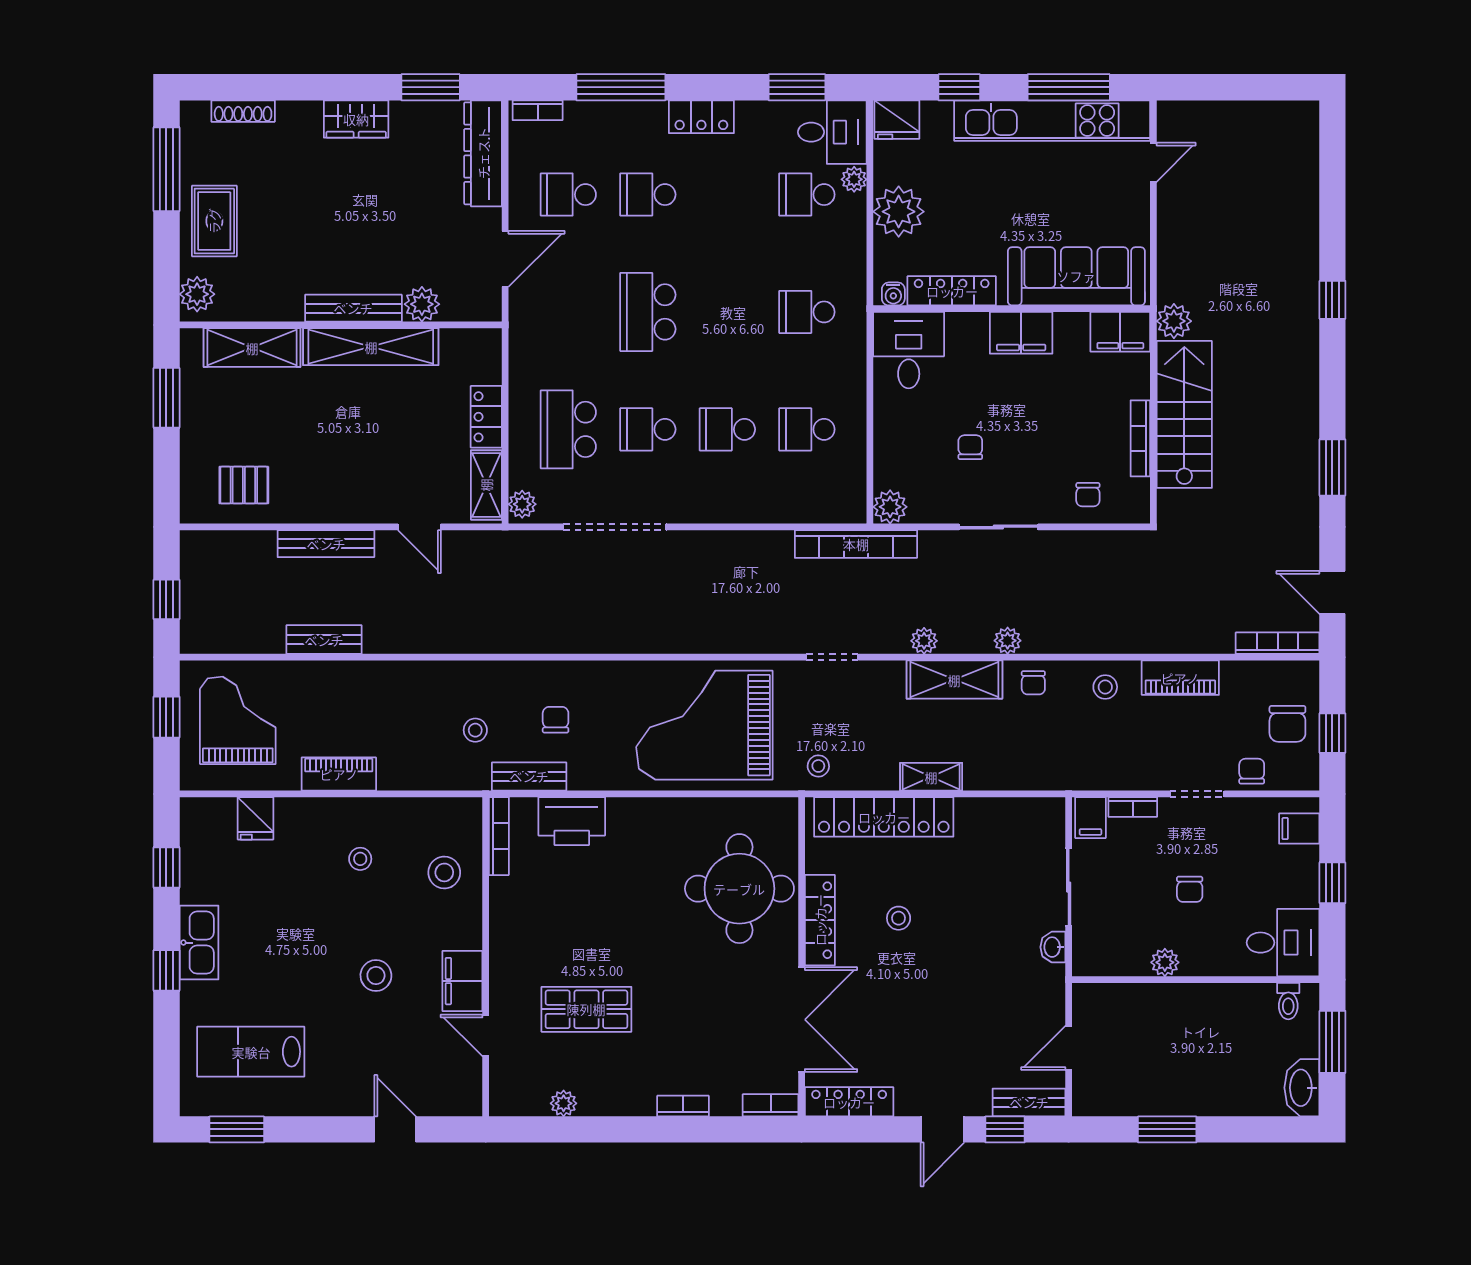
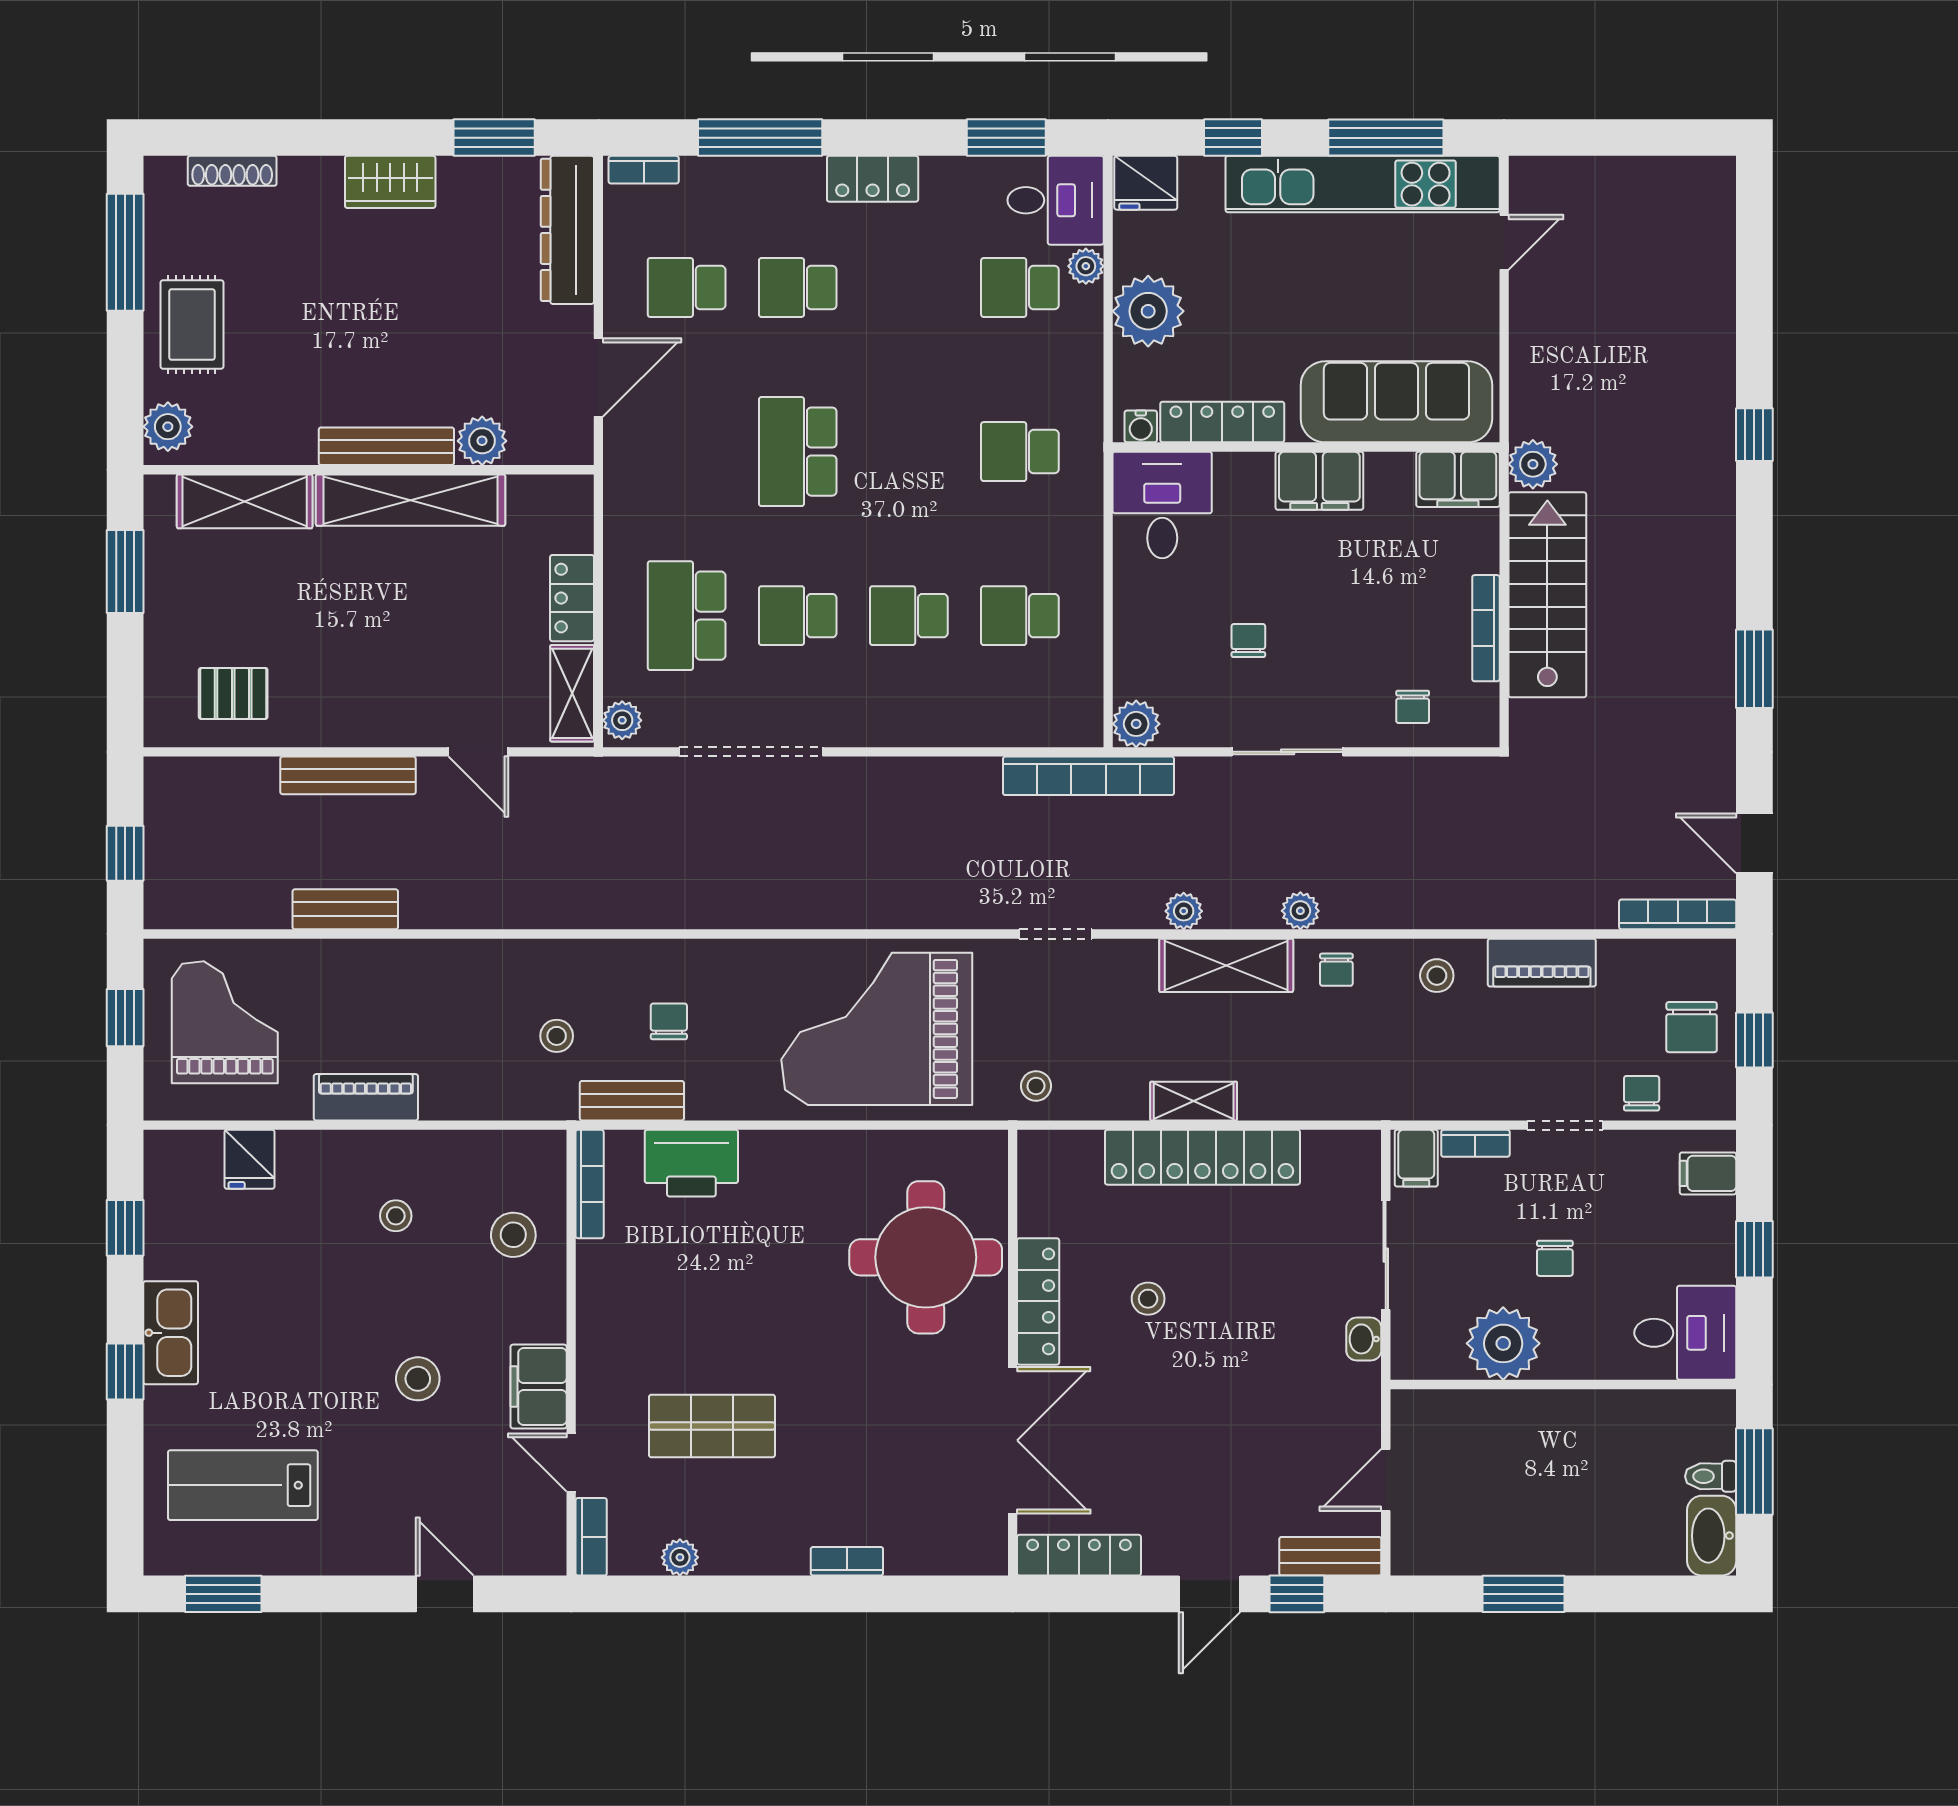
locker: (884, 817) -> (1202, 1157), moved
plant: (1165, 962) -> (1503, 1343), width x1.88, depth x1.88
toilet: (1288, 1001) -> (1711, 1476), moved, turned 90
bookcase: (771, 1105) -> (591, 1537), moved, turned 90

